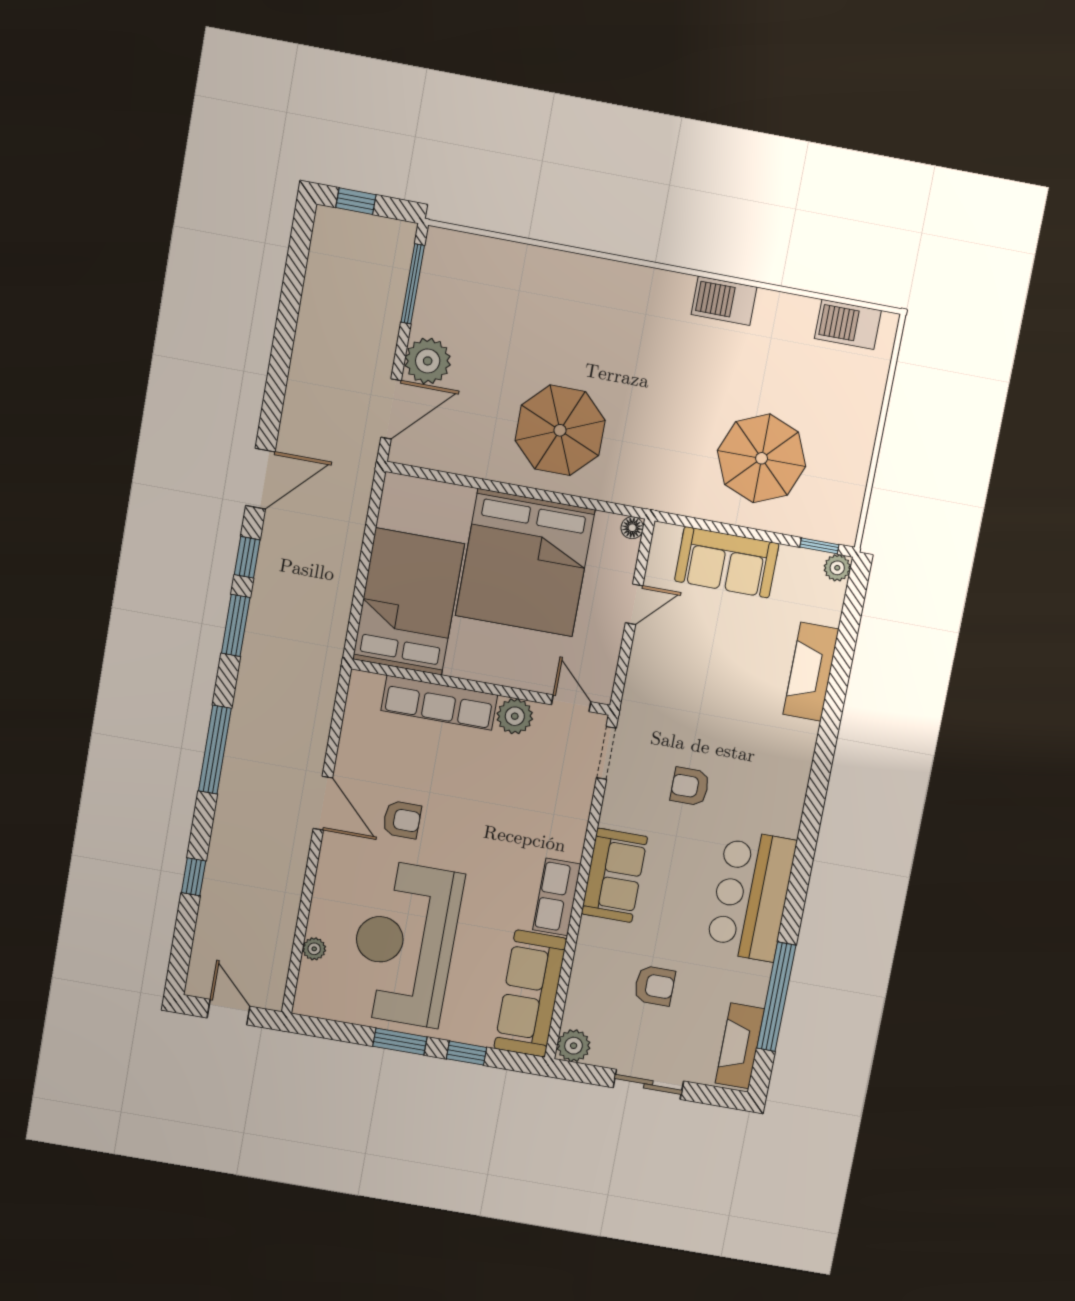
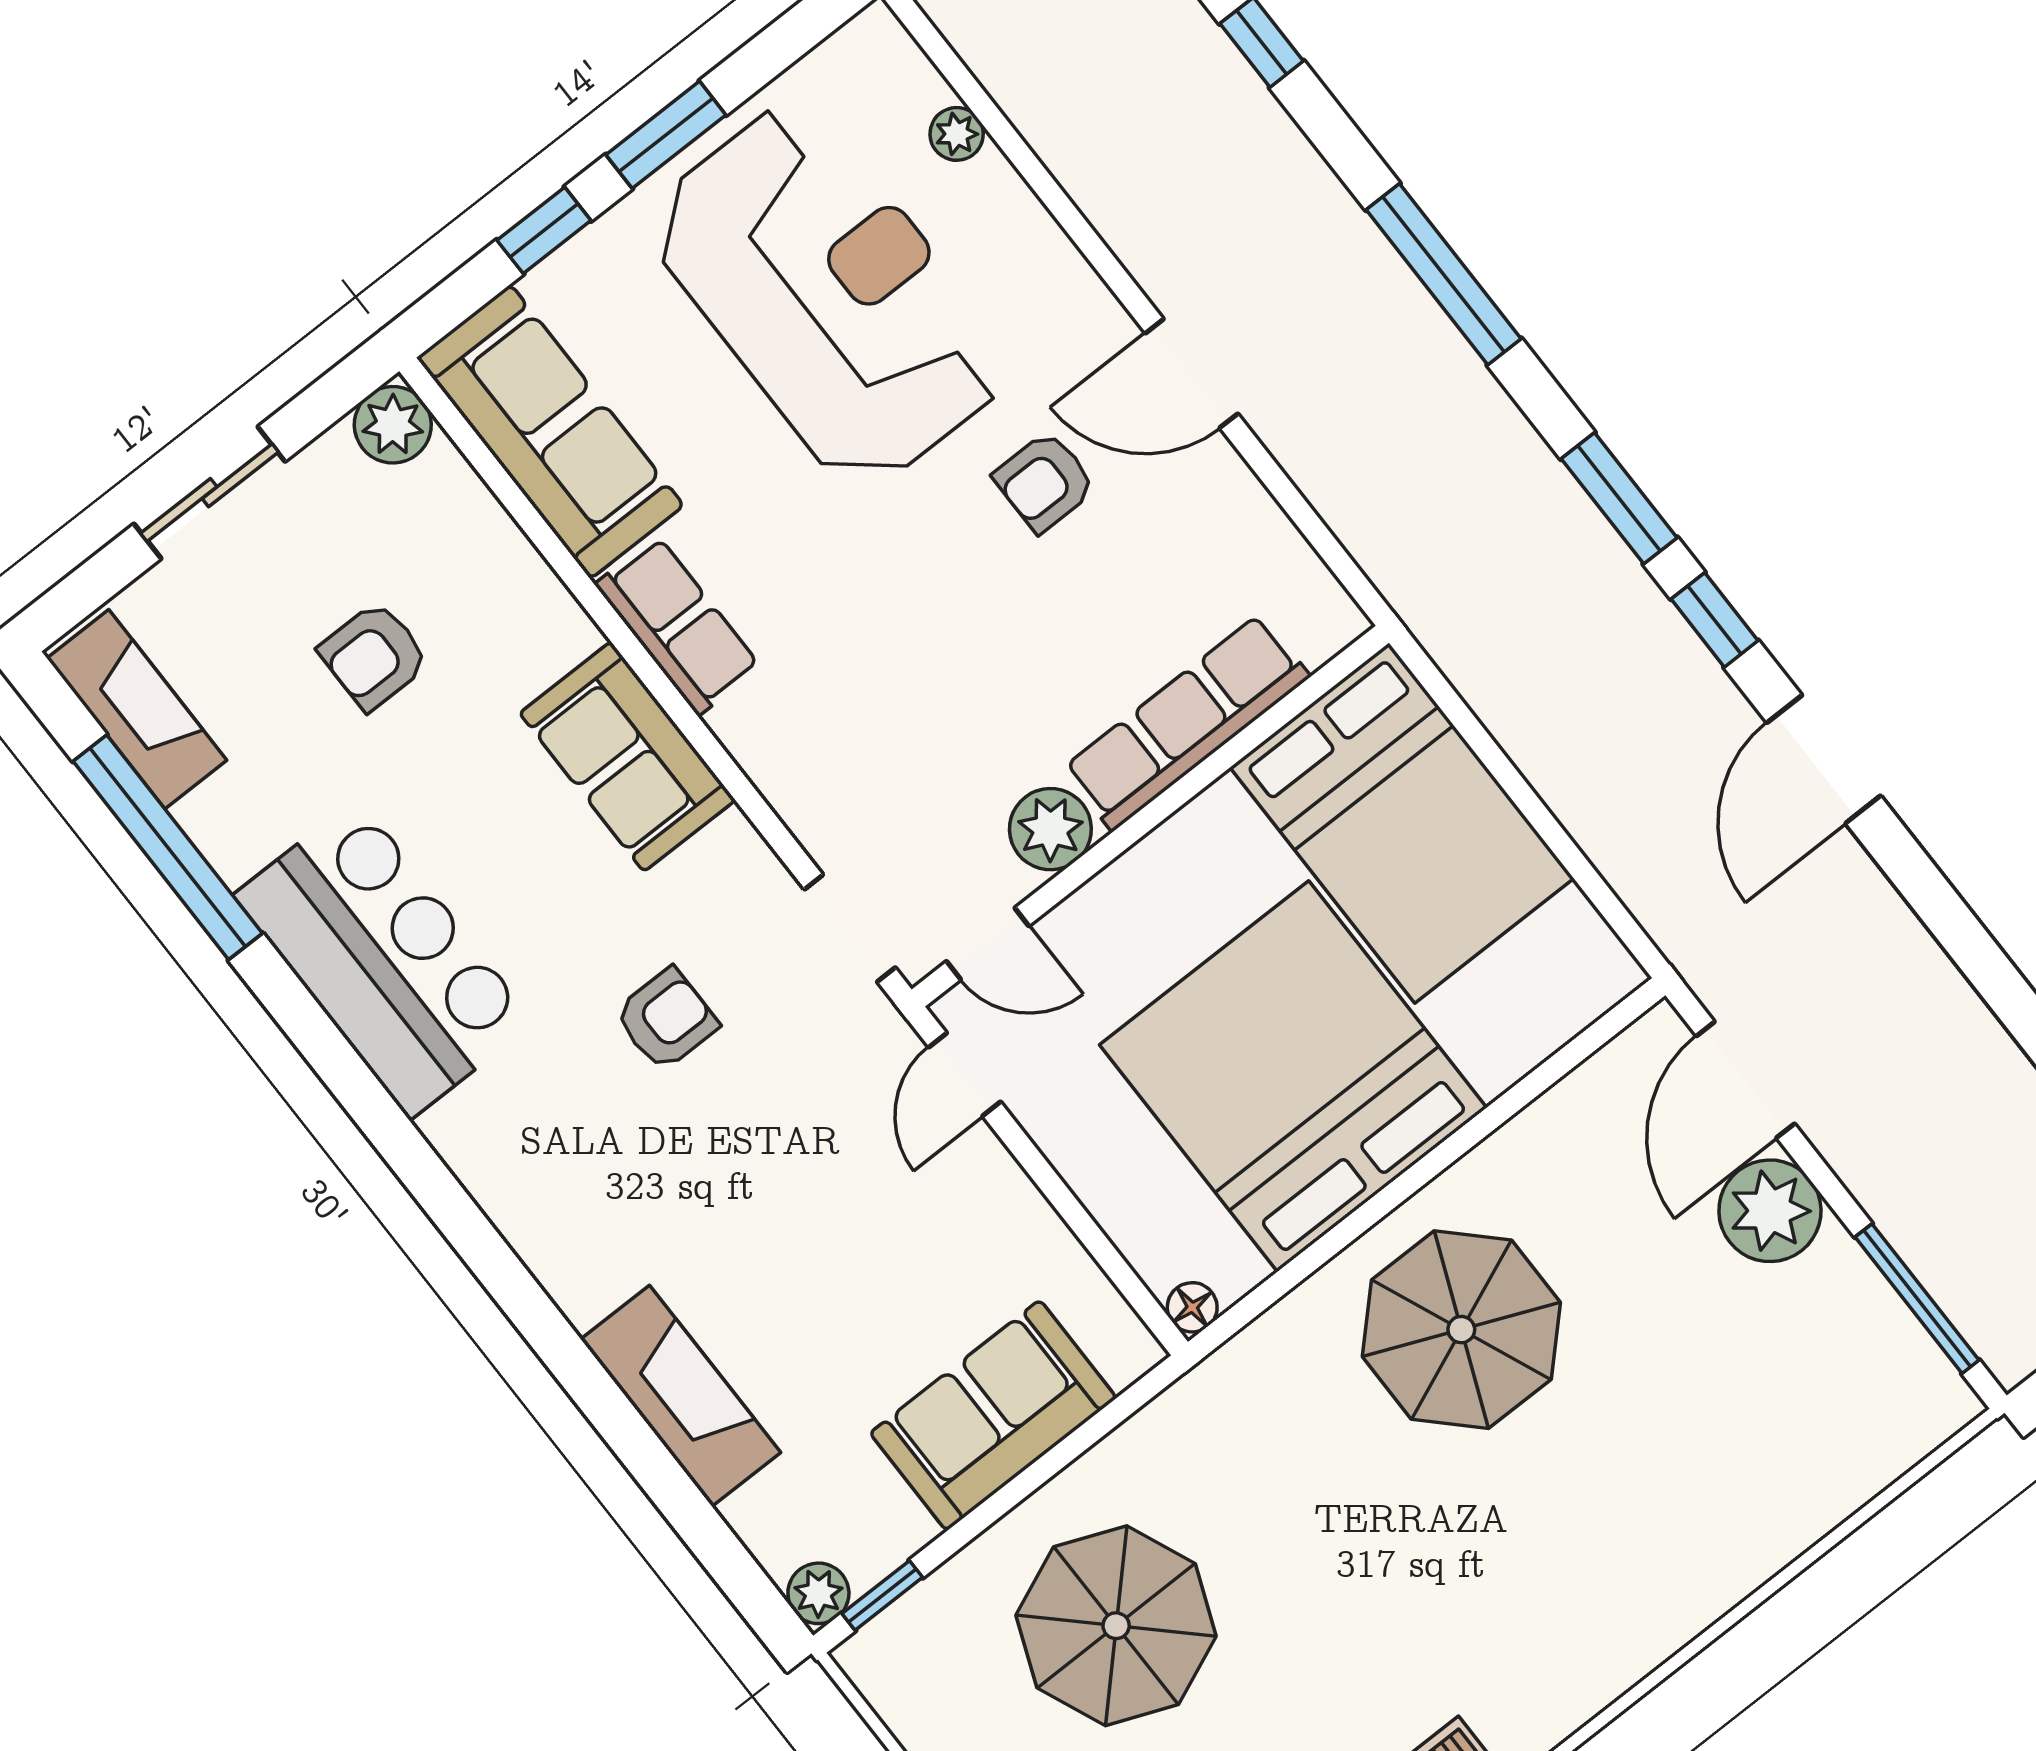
door: (634, 604) -> (965, 1075), moved

